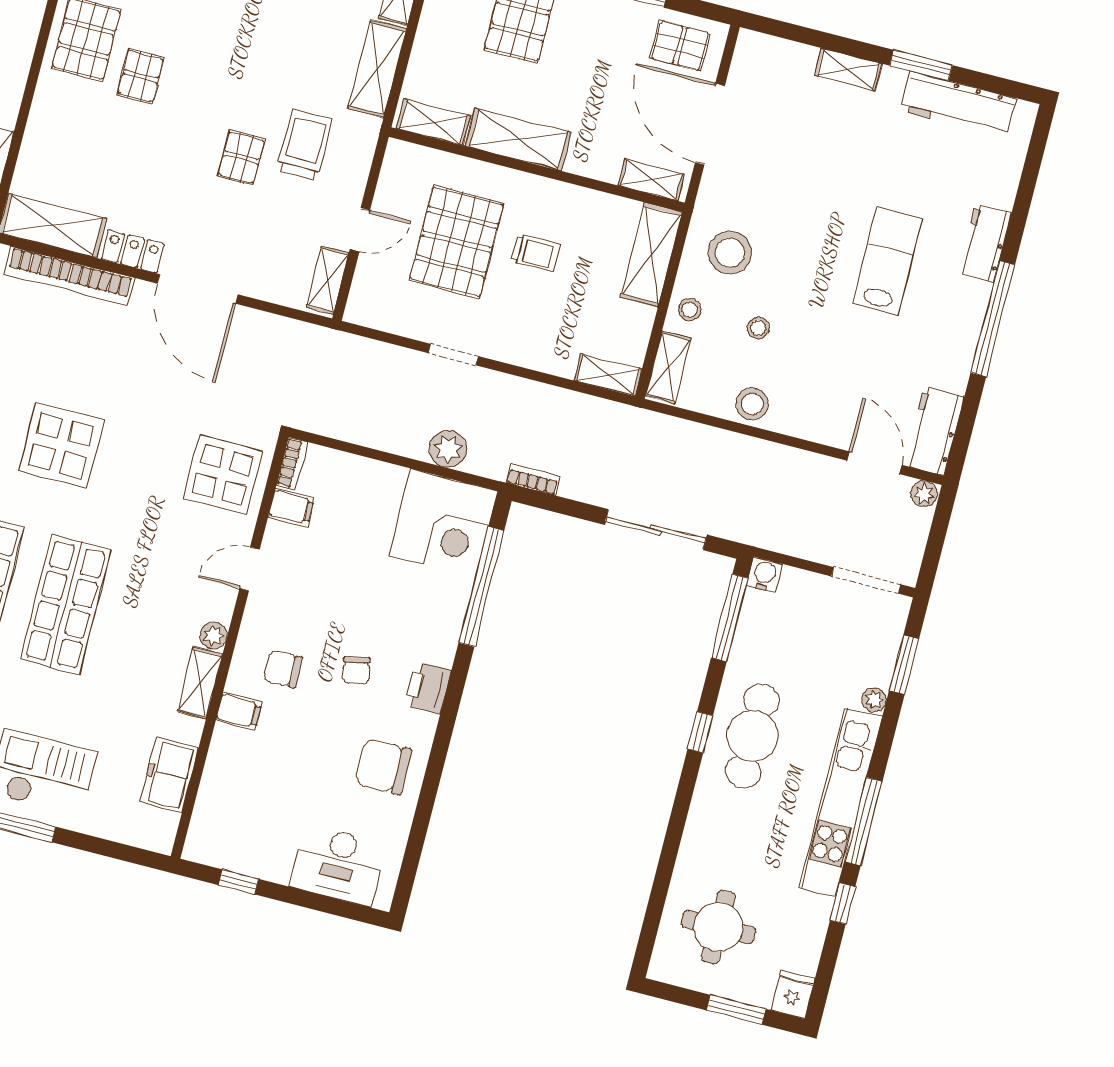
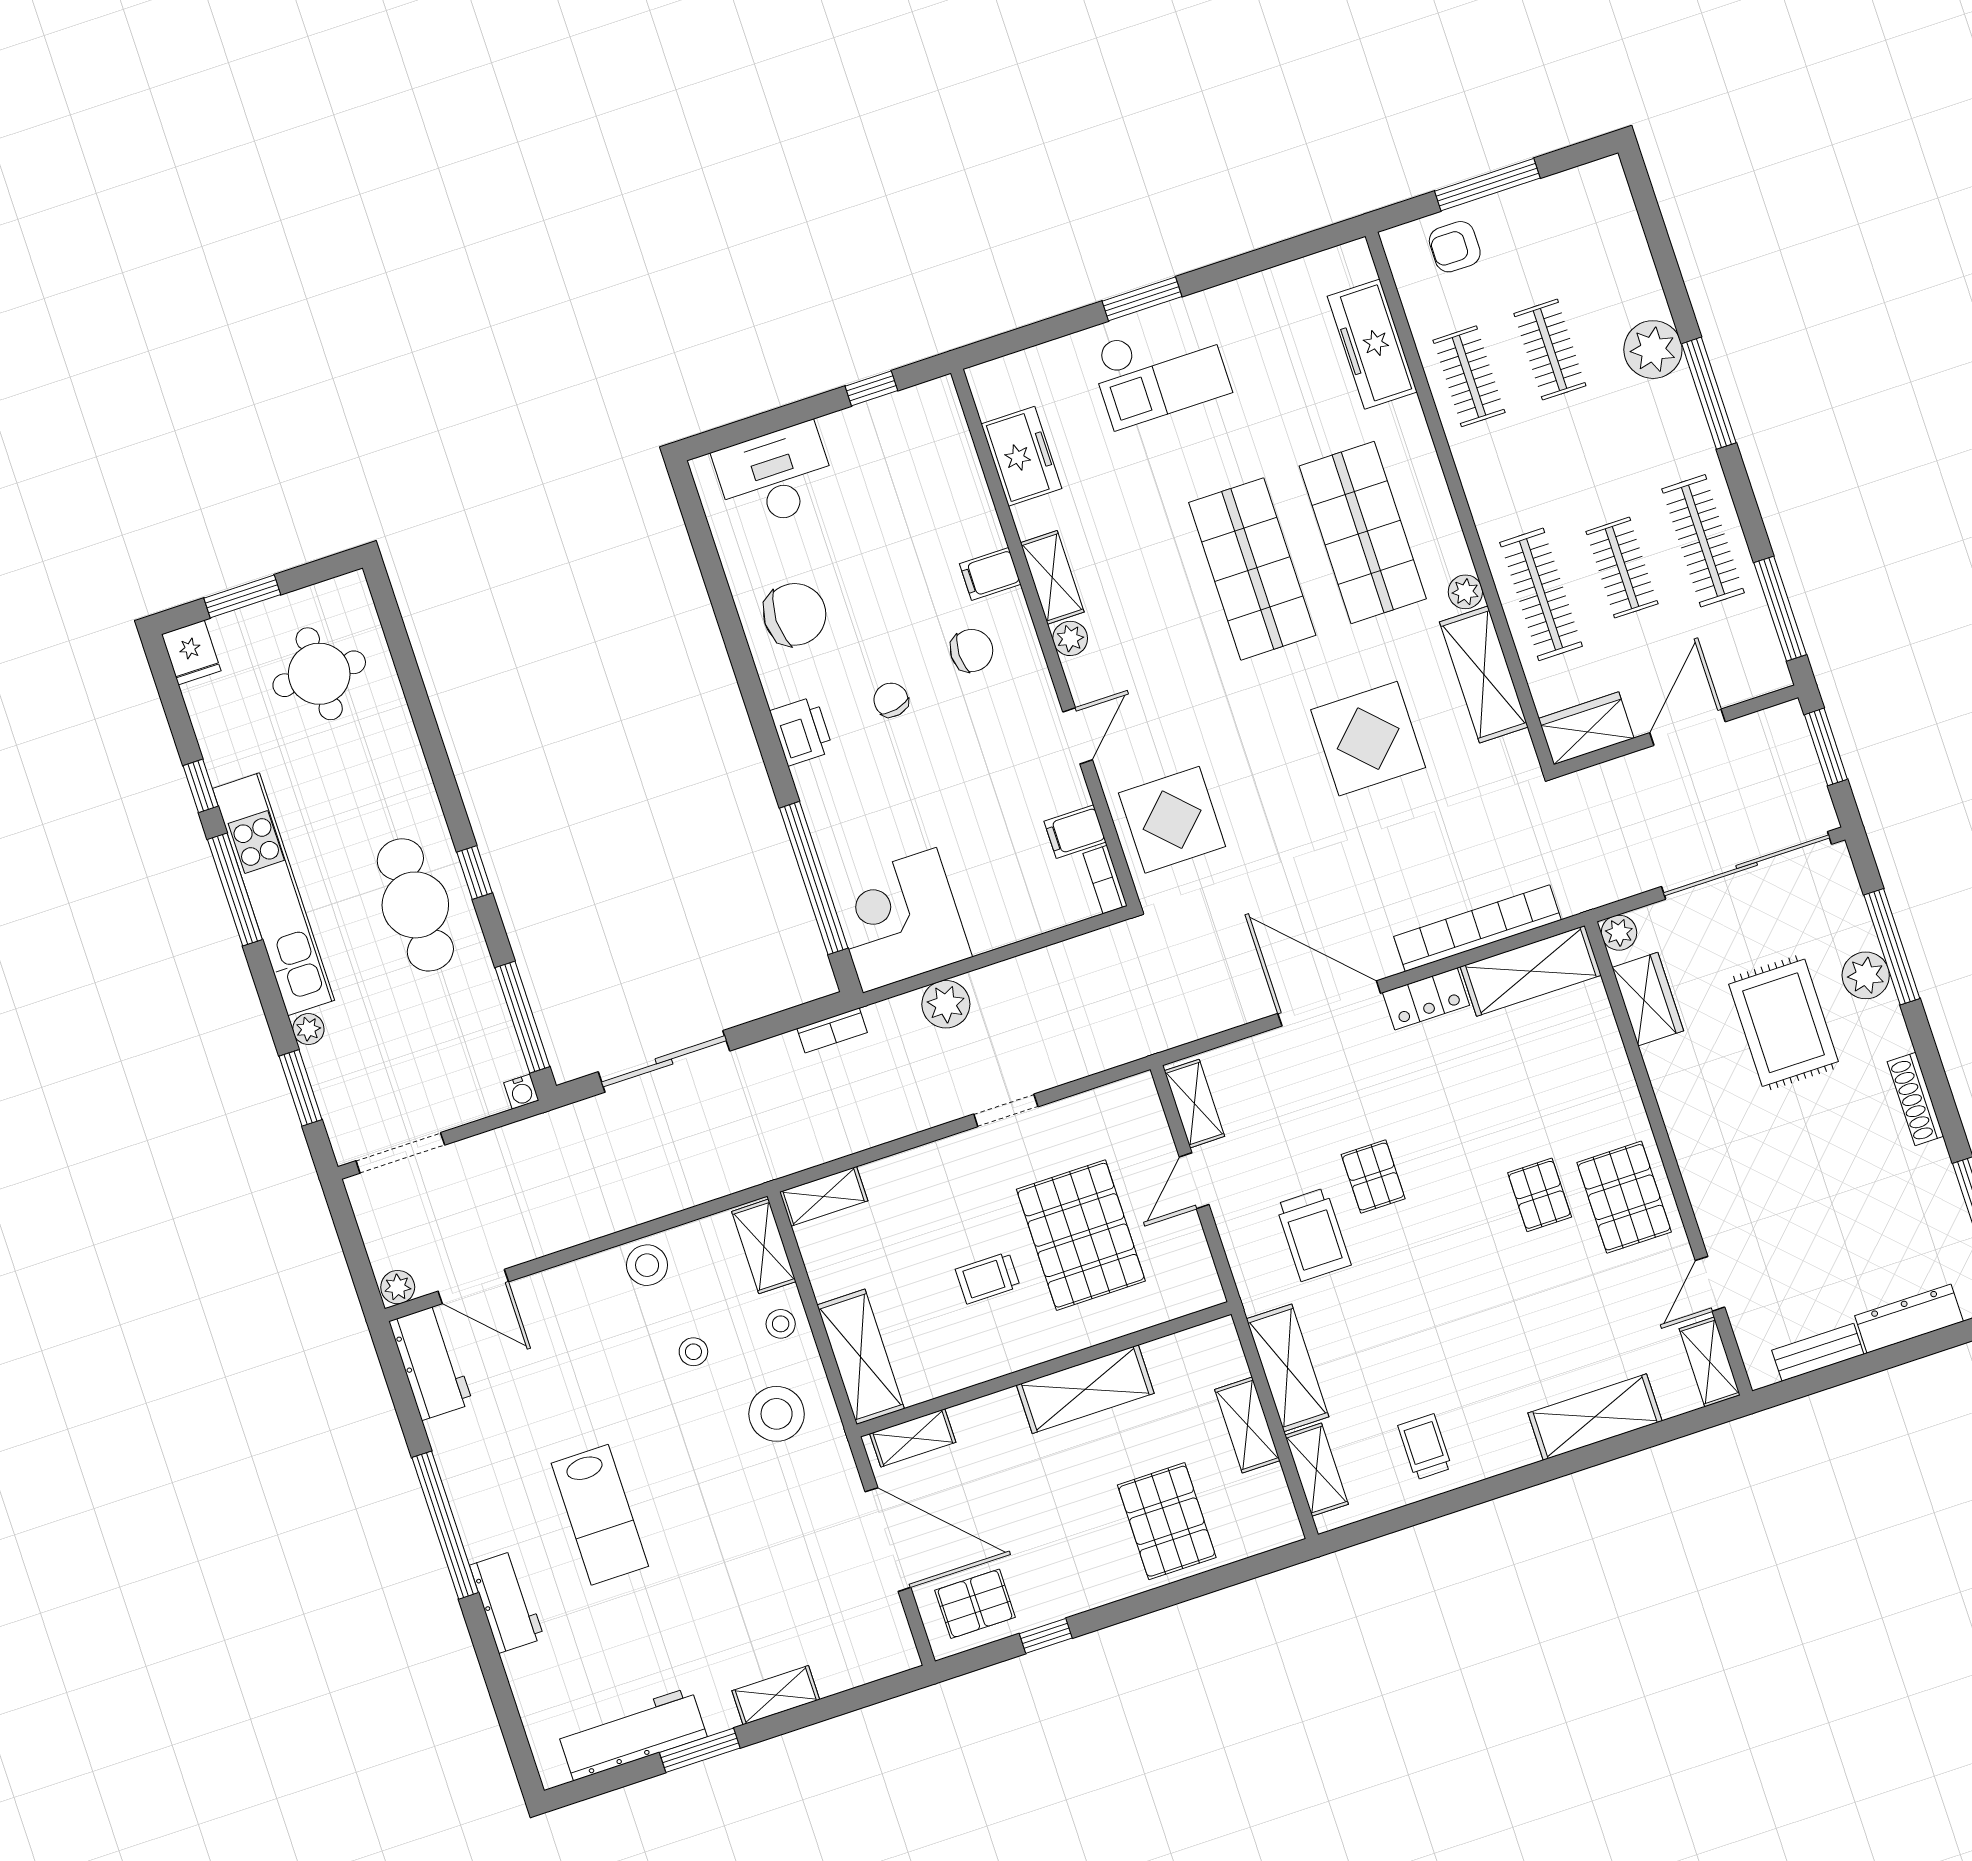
shelving: (433, 122) -> (1247, 1425), moved, turned 90
water cooler: (764, 575) -> (521, 1092), width x0.72, depth x0.72

